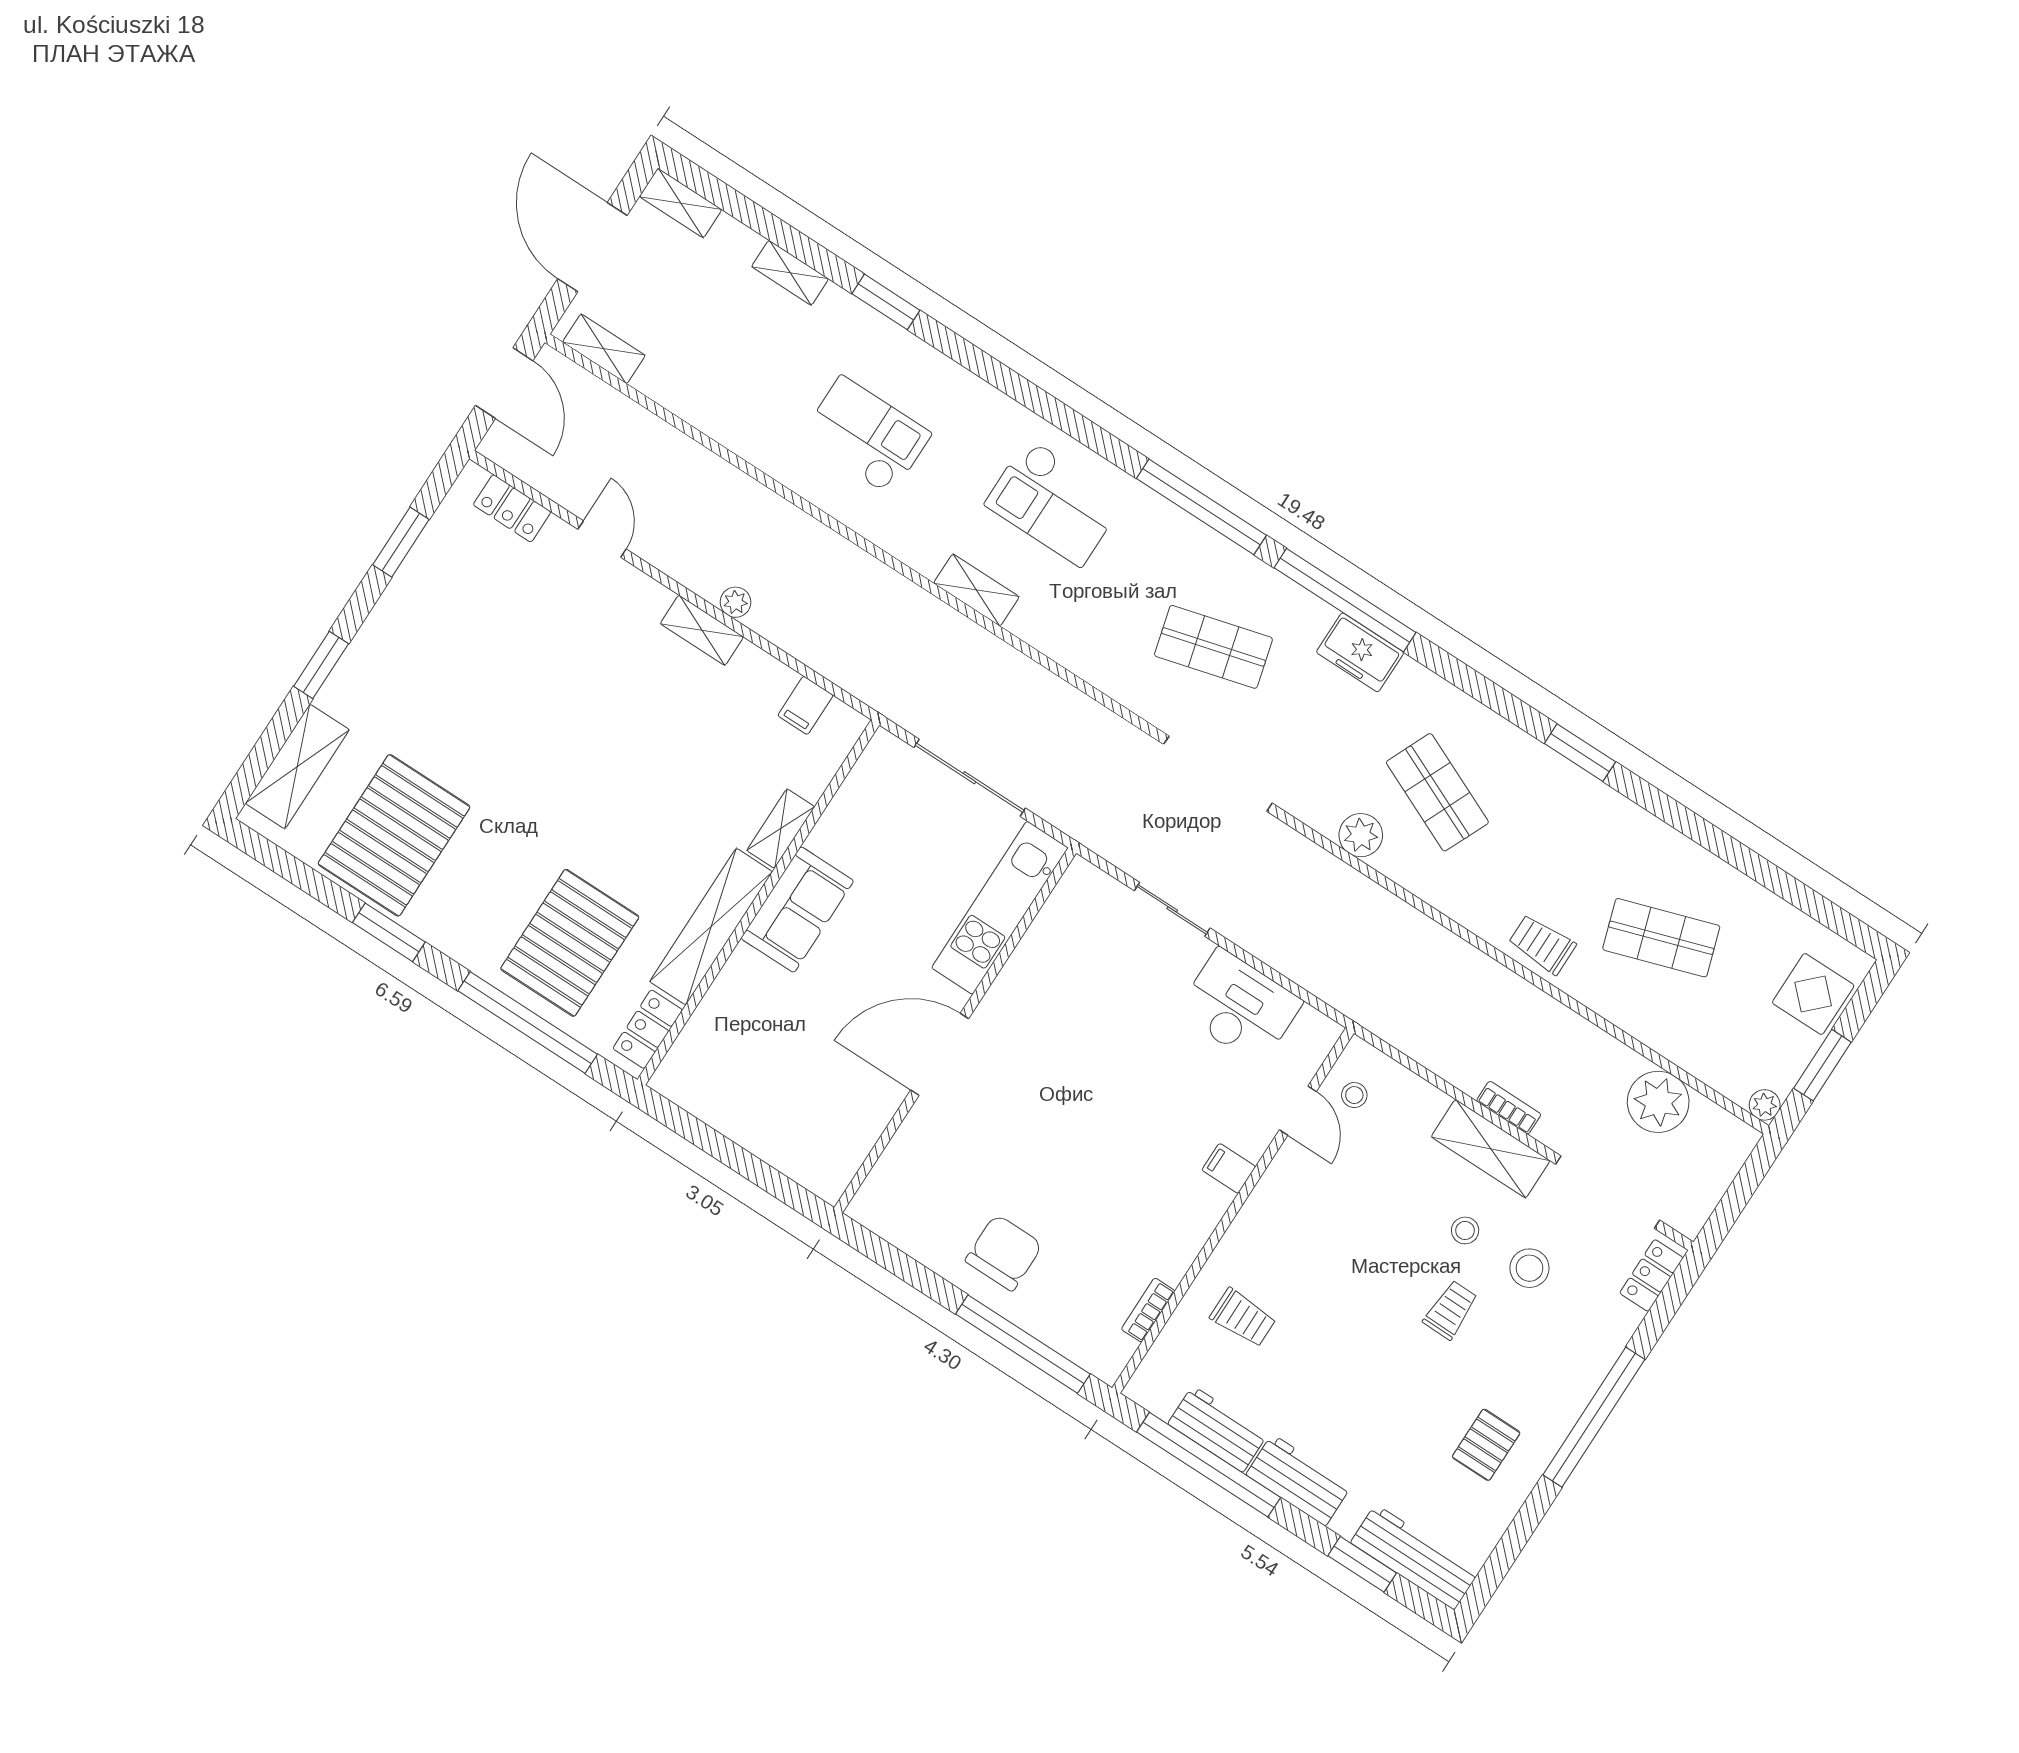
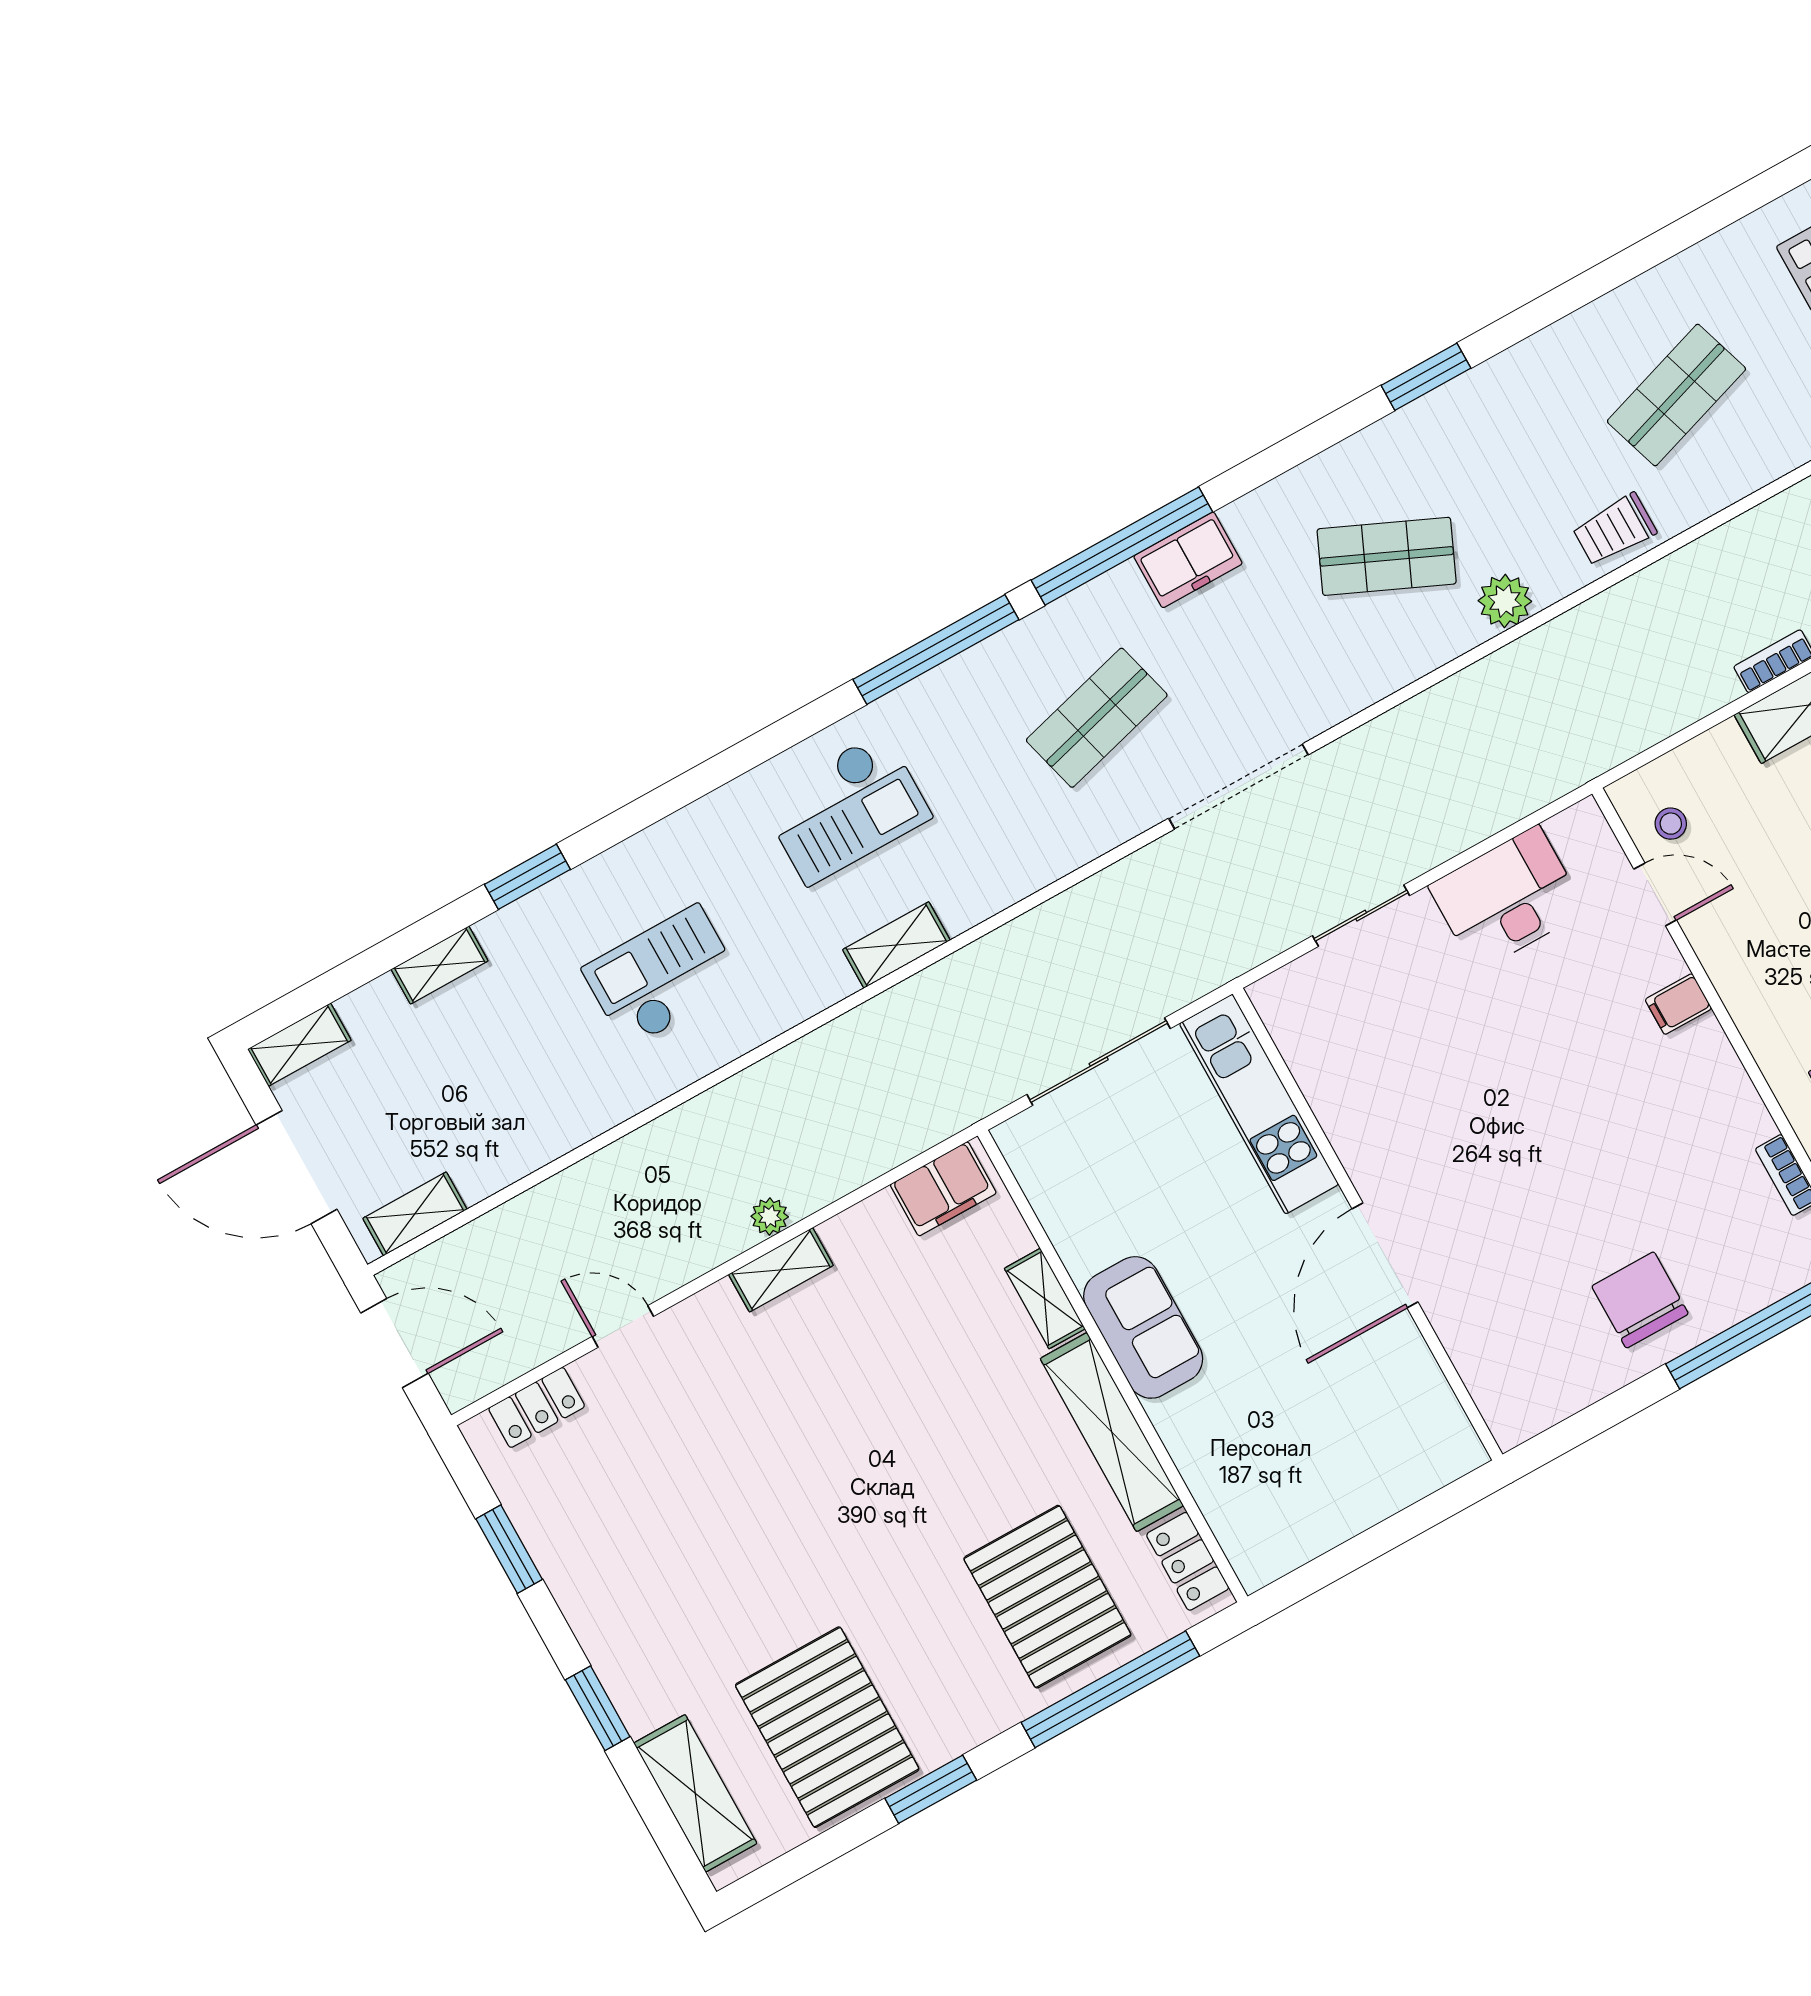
filing cabinet: (805, 705) -> (943, 1189), width x2.00
plant: (1361, 835) -> (1505, 601), moved

